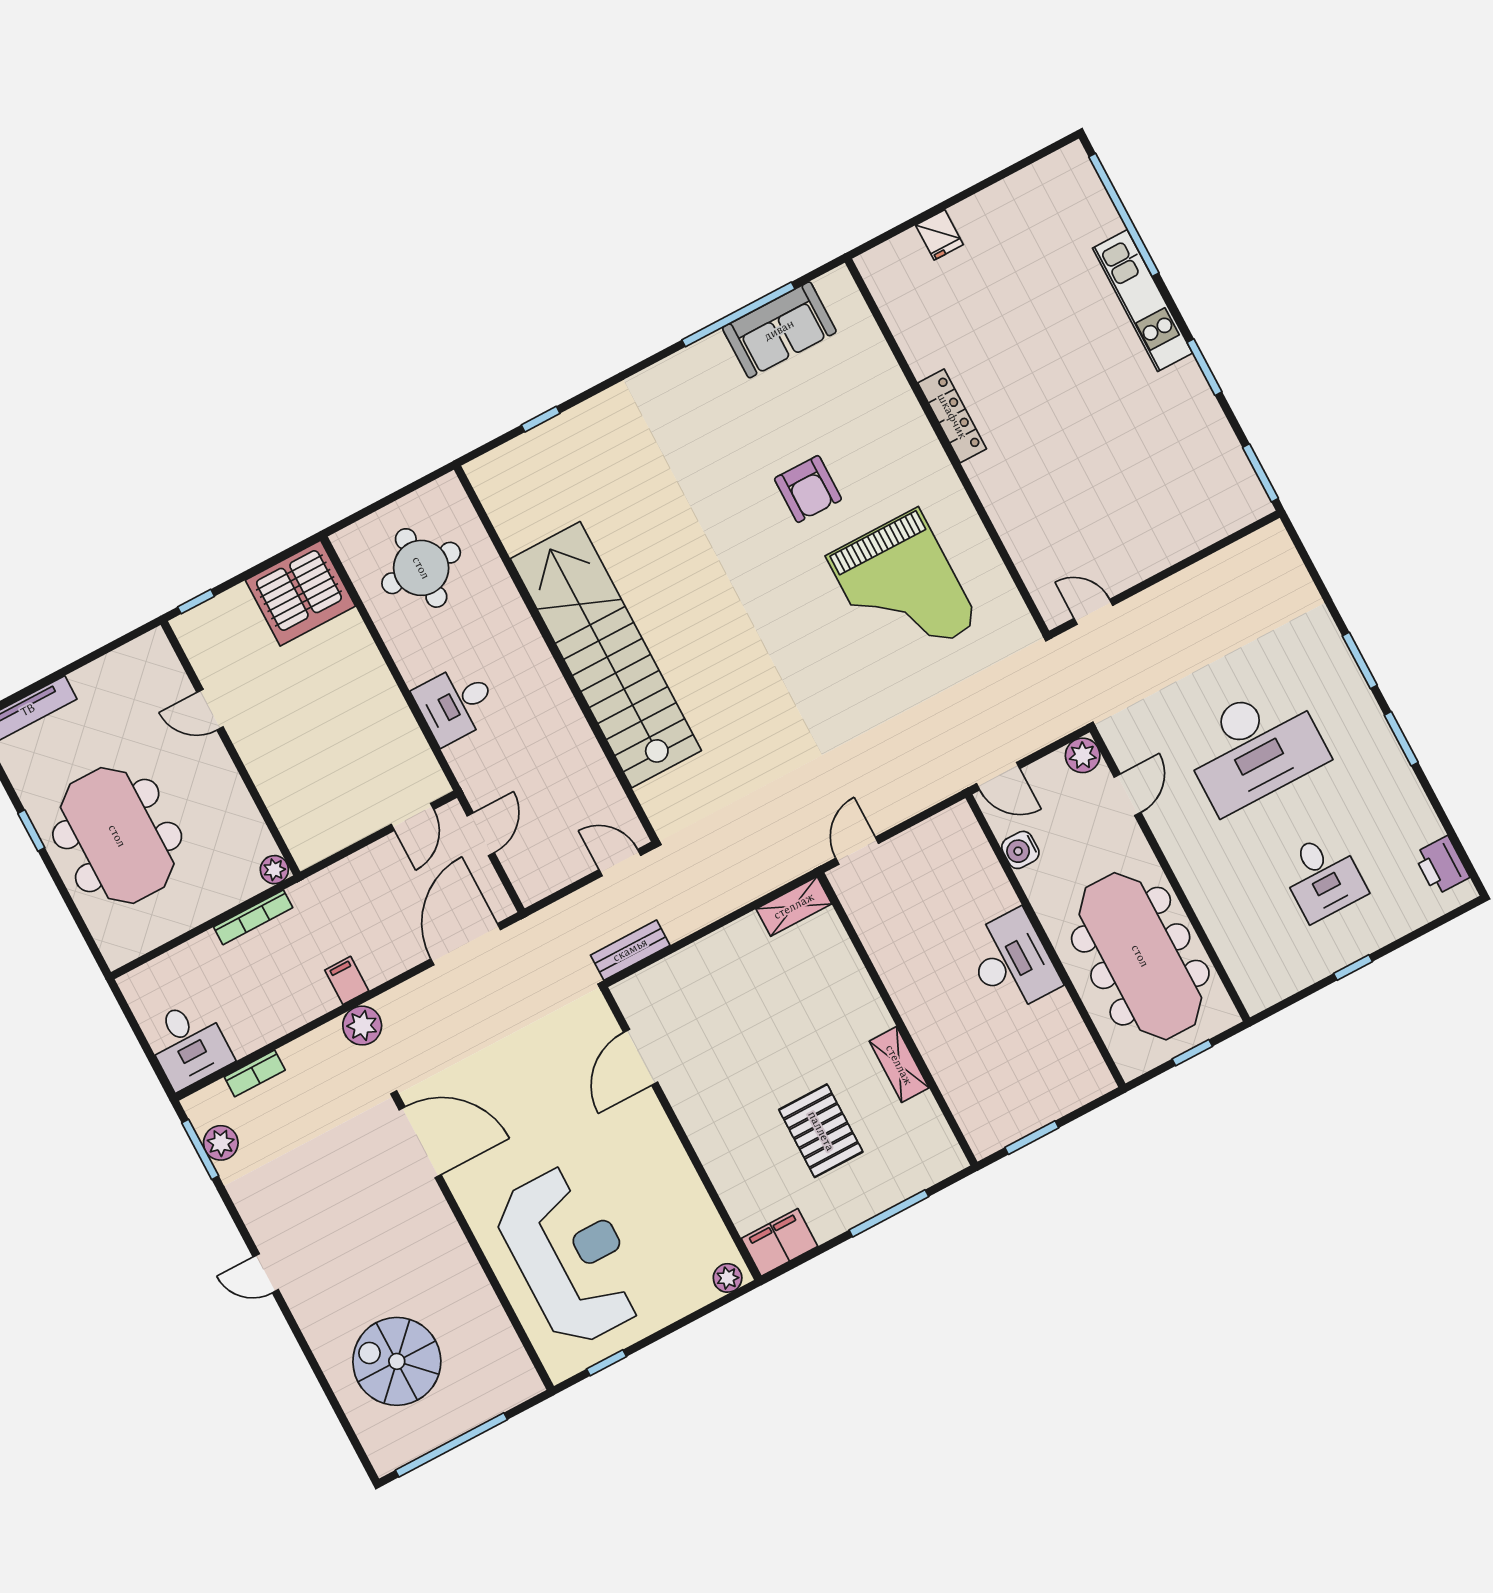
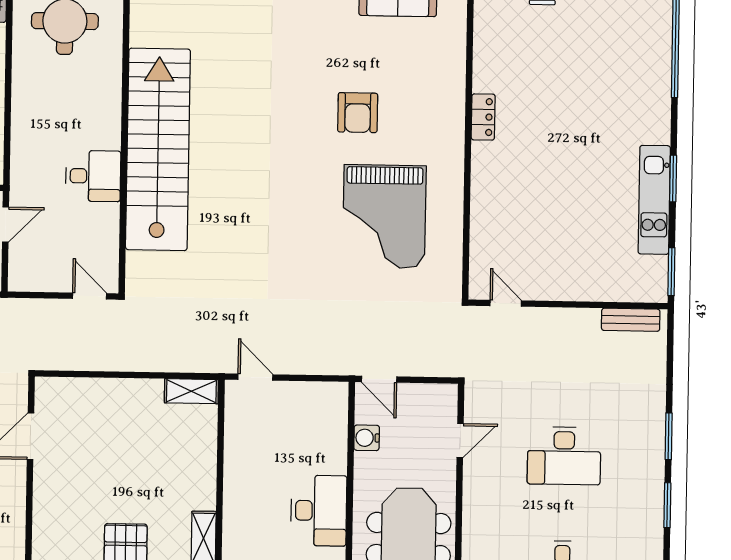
kitchen unit: (1142, 301) -> (654, 200), moved
locker: (952, 416) -> (483, 117), width x0.66
desk: (456, 704) -> (93, 176), moved, turned 180
desk: (1254, 747) -> (564, 456), width x0.73, depth x0.77
plant: (1083, 755) -> (444, 397), removed
door: (857, 851) -> (255, 377), hinge flipped
bench: (630, 950) -> (631, 320), moved

